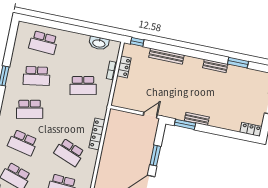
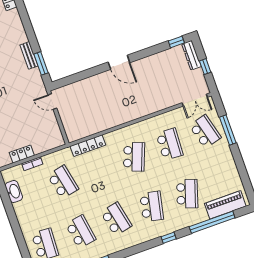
locker: (97, 134) -> (88, 146), moved
window: (155, 155) -> (87, 74), removed

